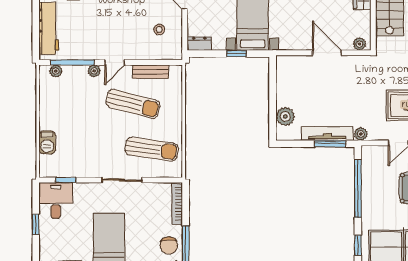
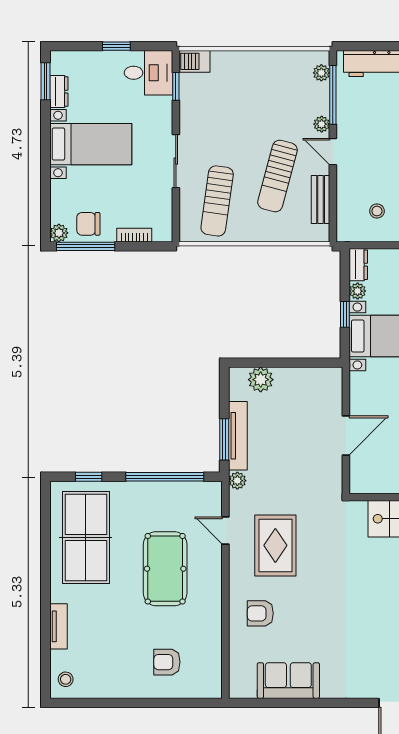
plant: (360, 44) -> (358, 291), moved
barbecue: (47, 142) -> (194, 61), moved
bookcase: (177, 204) -> (134, 235), width x0.64

